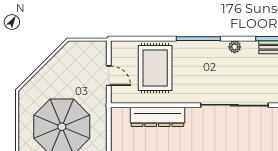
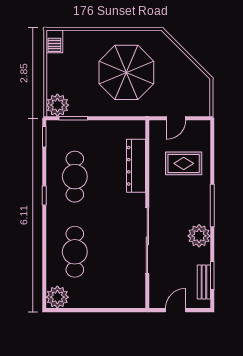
plant: (235, 47) -> (199, 236), width x1.88, depth x1.88
rug: (155, 68) -> (184, 163), width x0.73, depth x0.70

